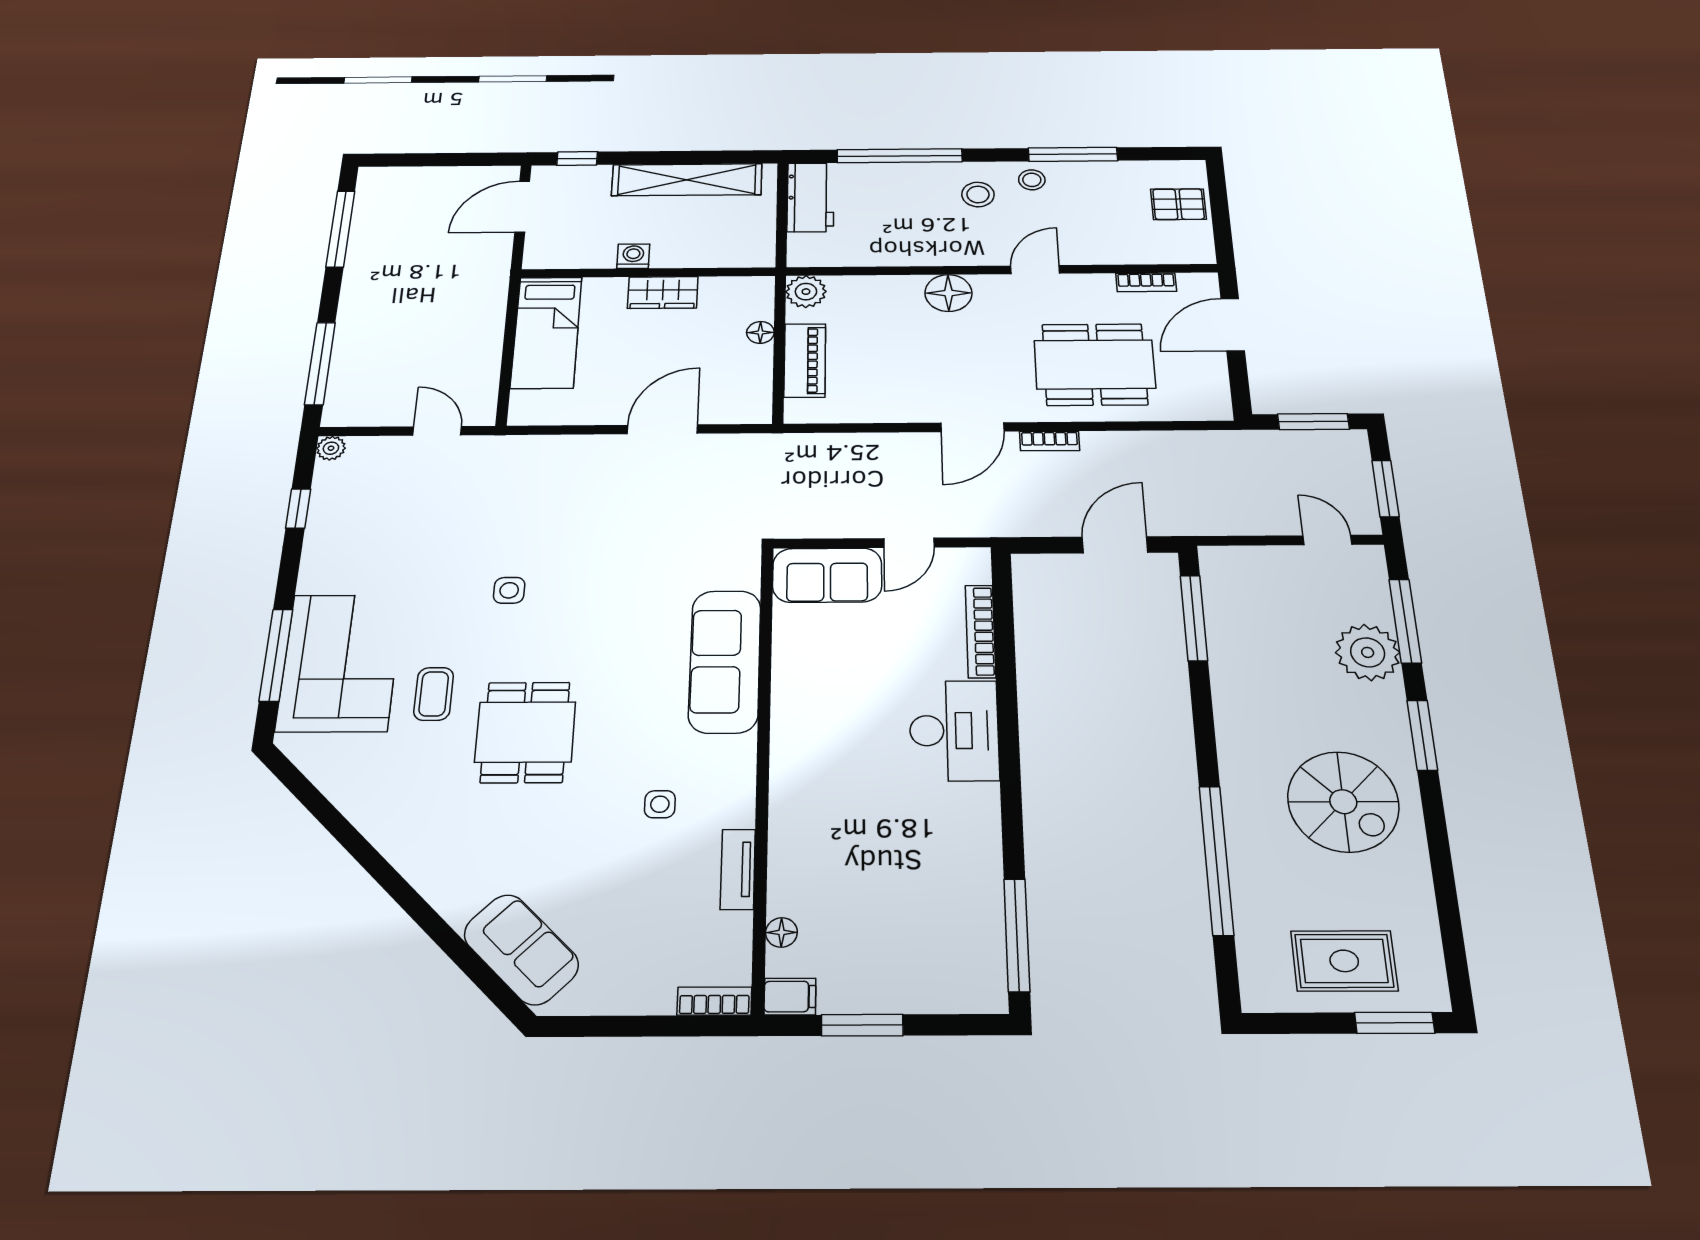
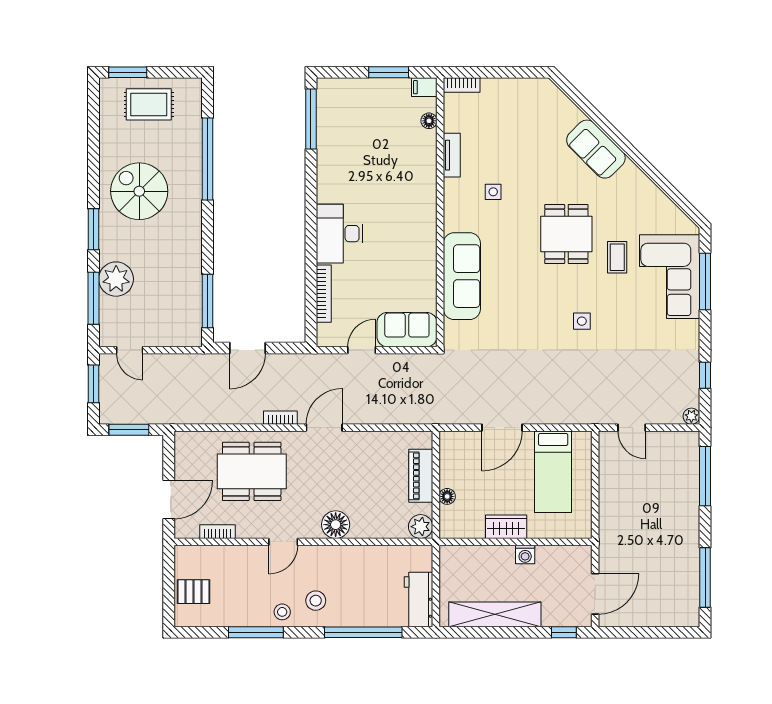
bed: (546, 332) -> (553, 472), moved, turned 180
sofa: (521, 949) -> (596, 149), moved

